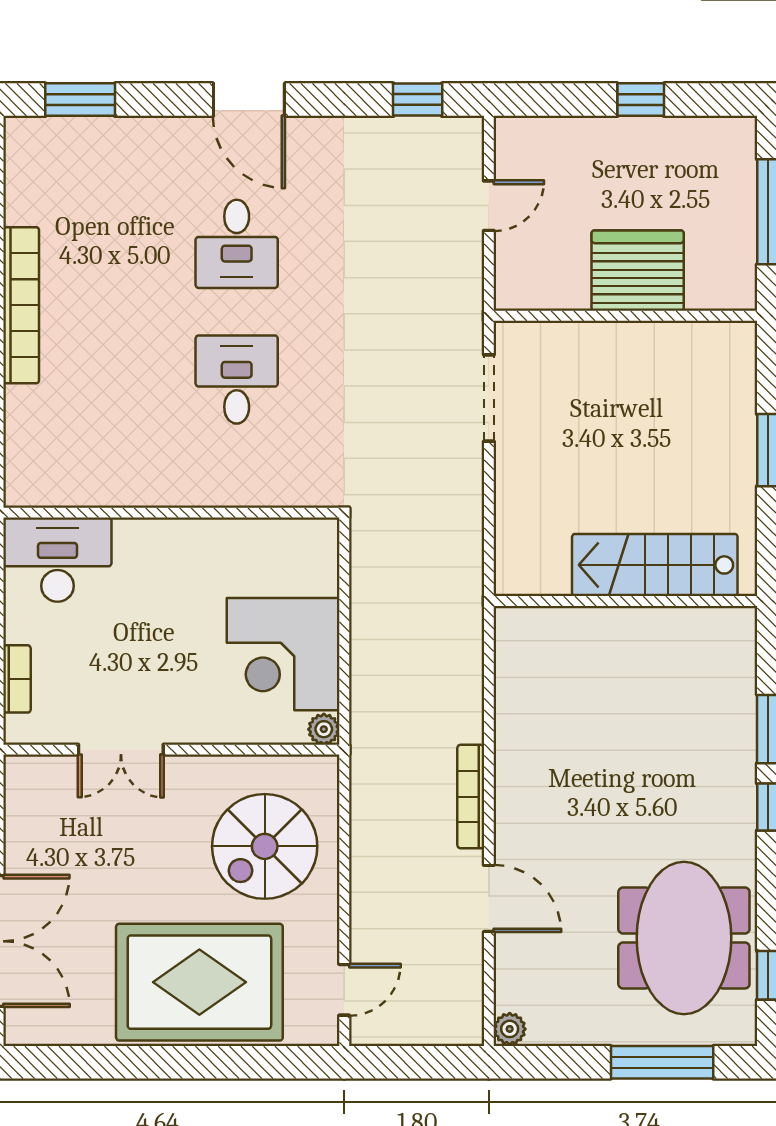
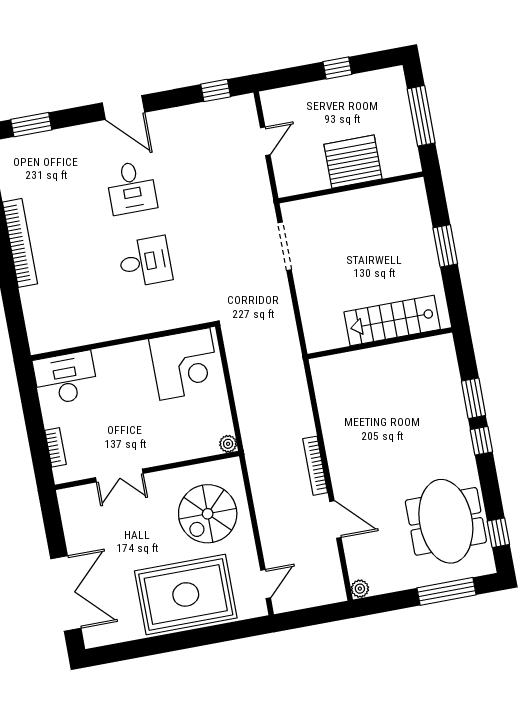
desk: (237, 380) -> (145, 262), turned 90
corner desk: (283, 654) -> (185, 364), moved, turned -90

